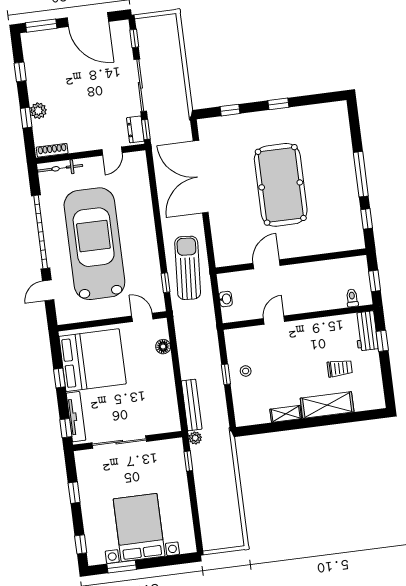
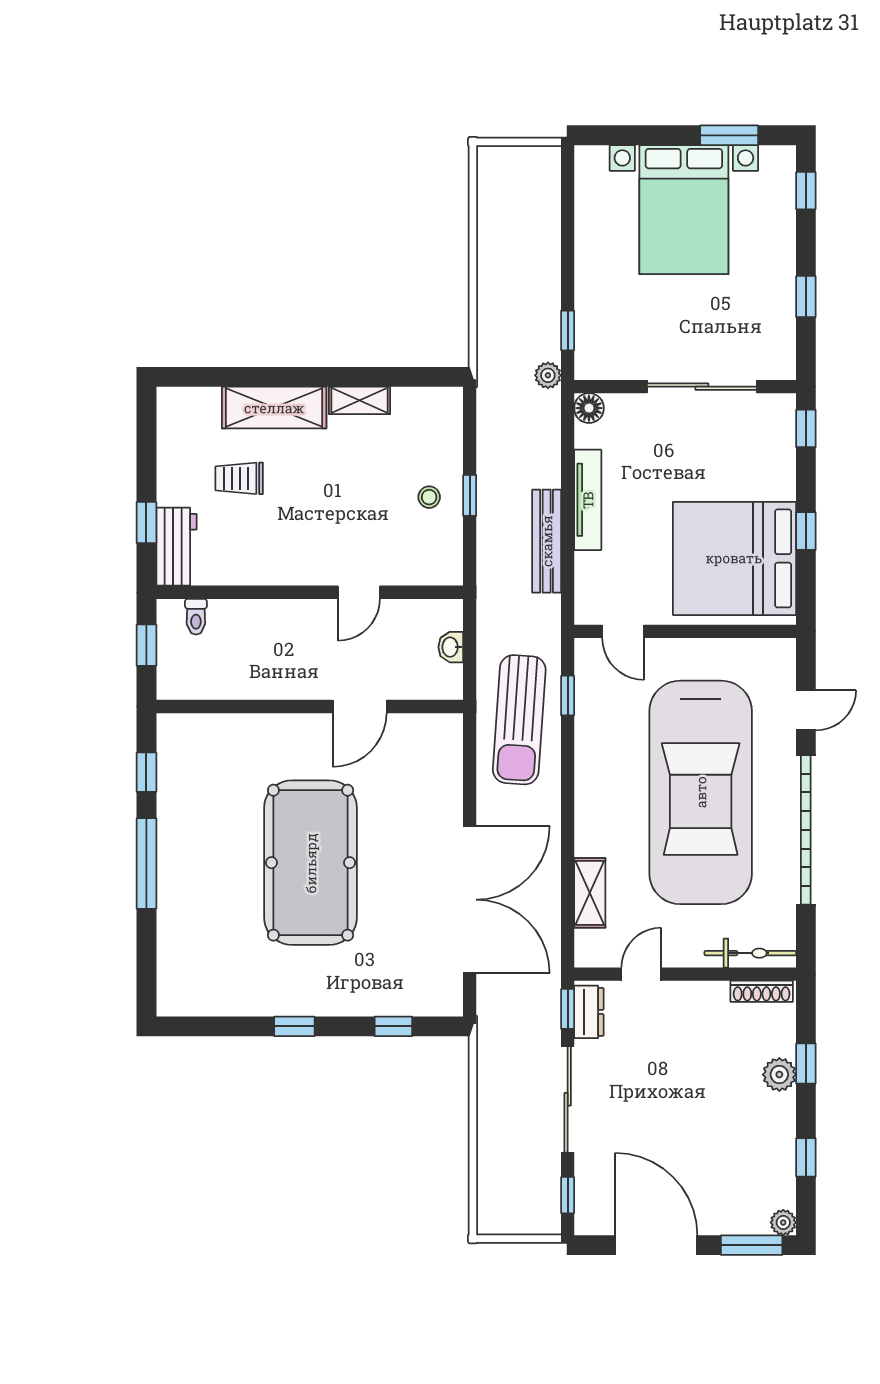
plant: (27, 39) -> (783, 1222), added
shelving: (142, 188) -> (590, 893), added
floor lamp: (163, 347) -> (589, 408), moved
bench: (192, 405) -> (547, 541), moved
tv unit: (76, 417) -> (588, 500), moved, turned 180

